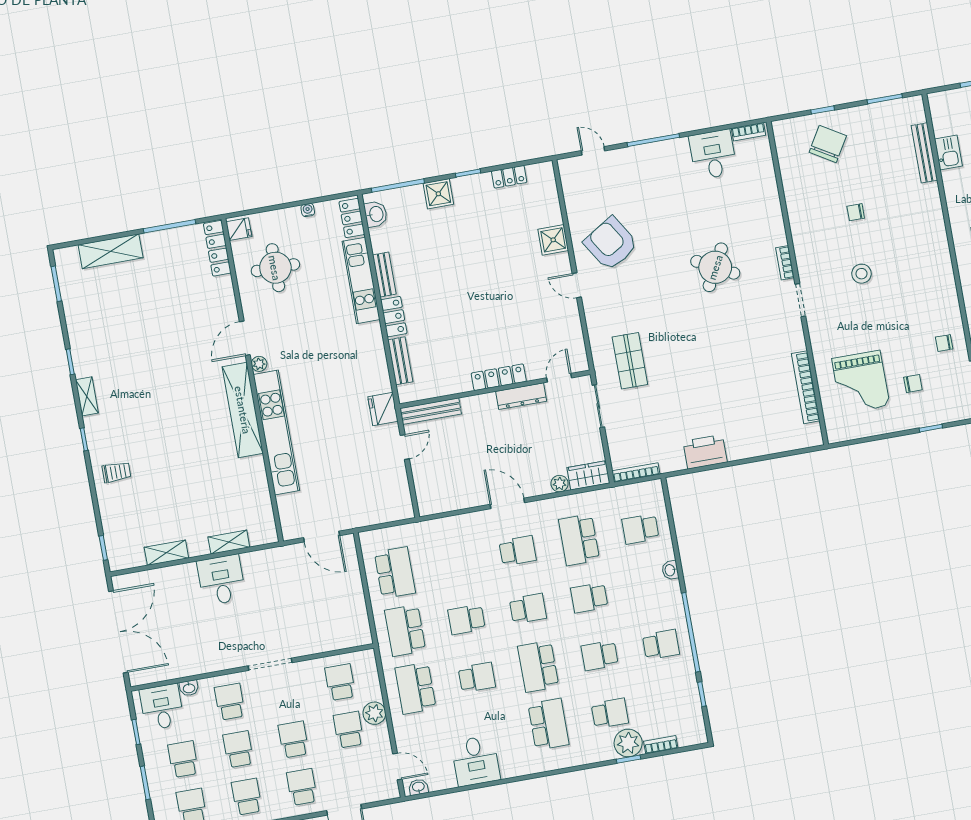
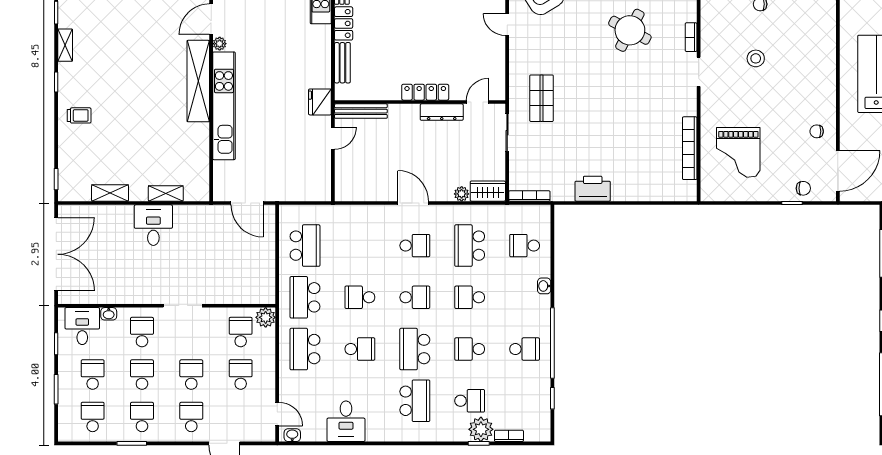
chair: (913, 384) -> (803, 188), moved
plant: (374, 713) -> (266, 317), moved

